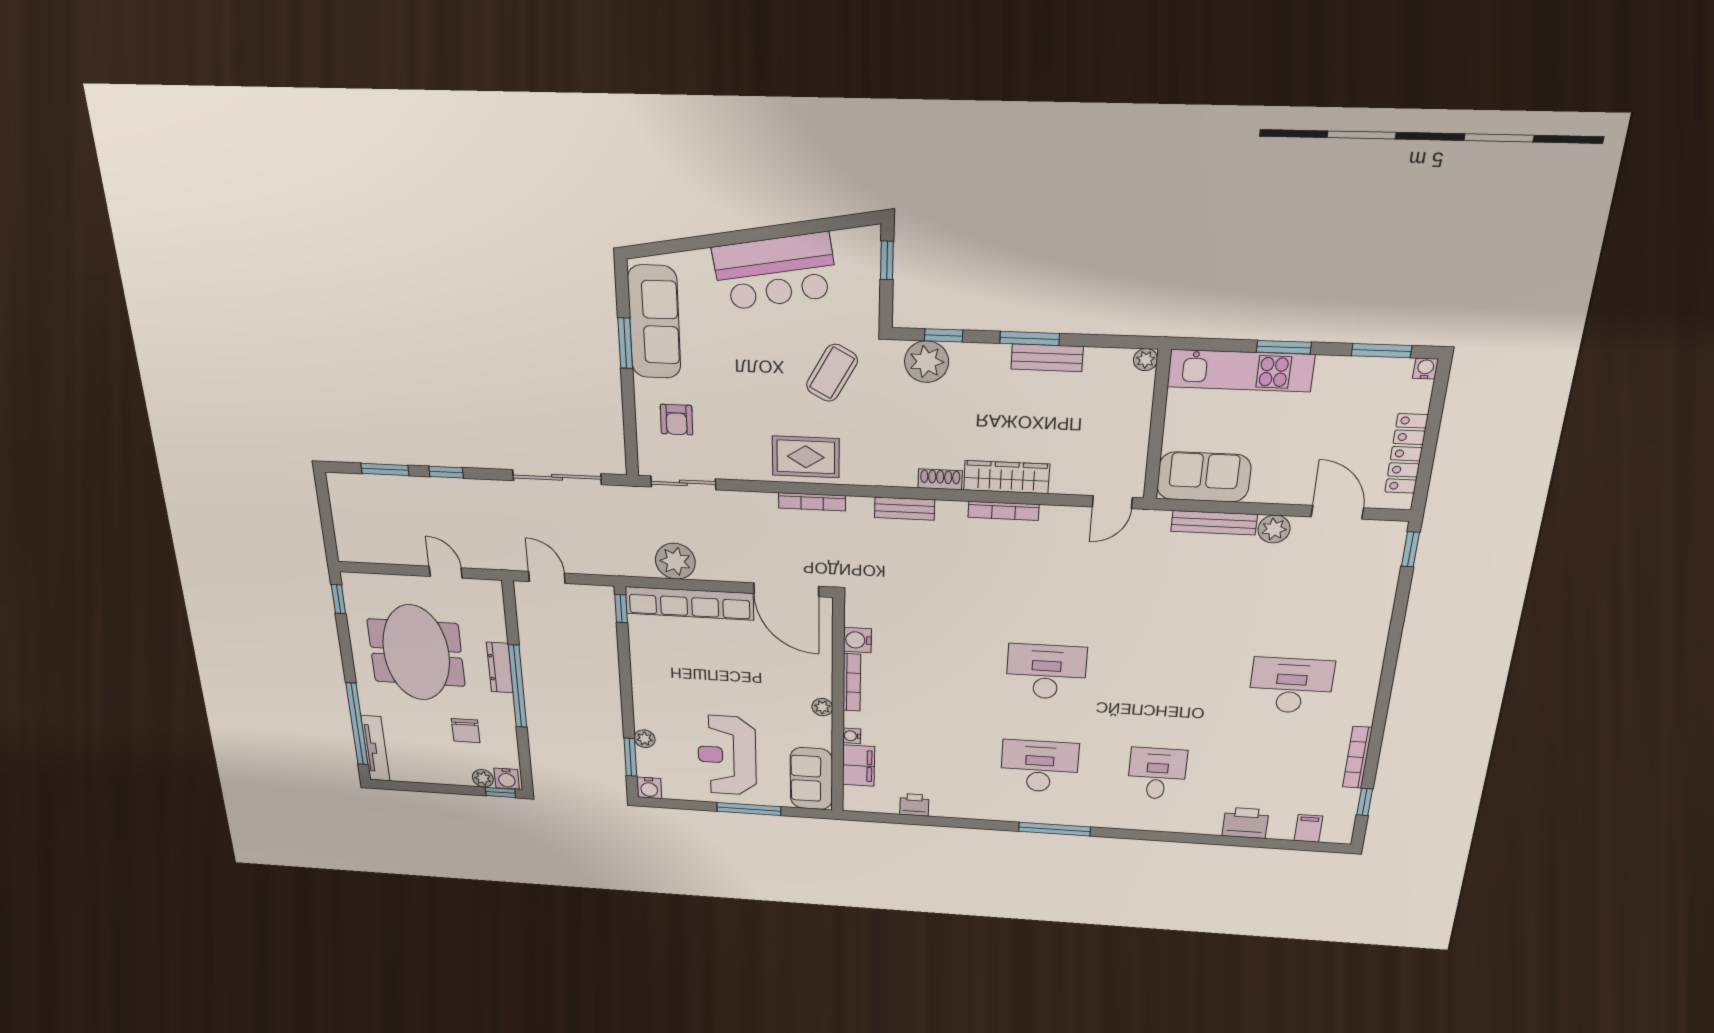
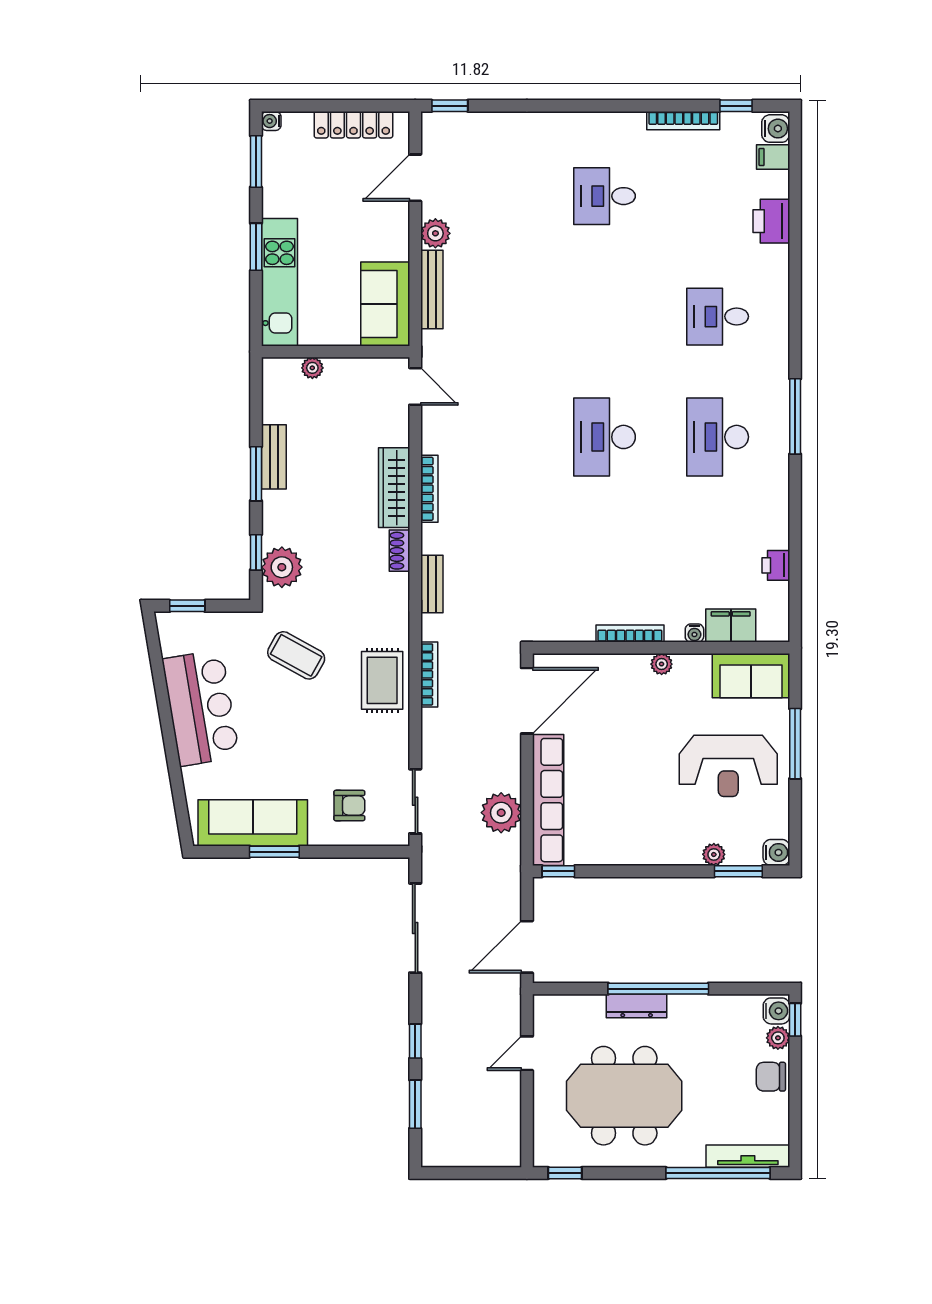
plant: (1146, 360) -> (312, 368), moved
door: (547, 577) -> (527, 947), width x1.38
water cooler: (857, 640) -> (776, 129), moved, turned -90
desk: (1291, 686) -> (605, 196), width x0.73
chair: (466, 731) -> (771, 1077), moved, turned 180

